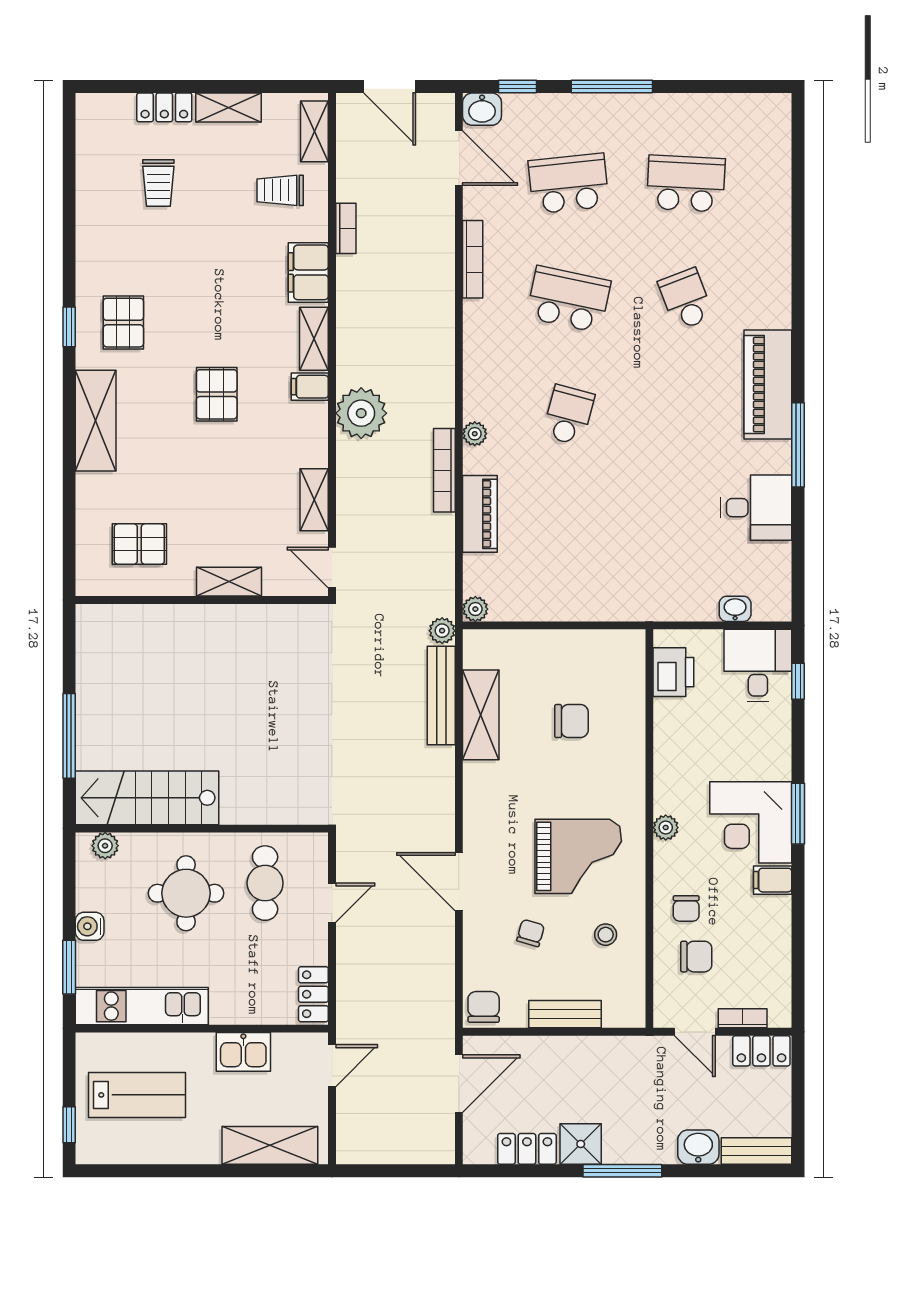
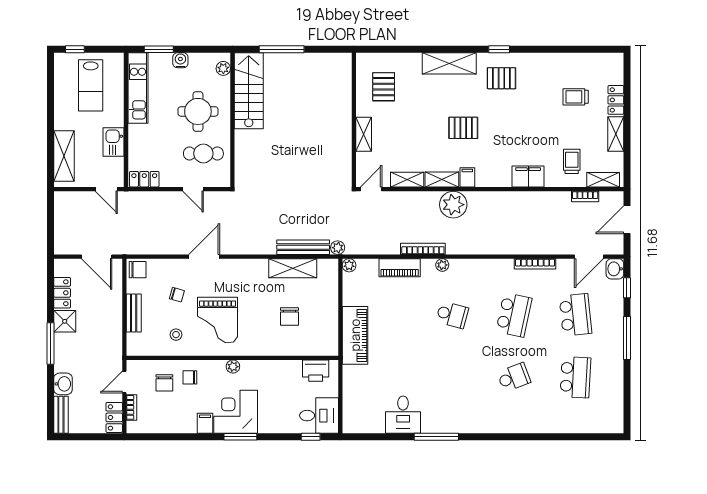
bookcase: (346, 228) -> (585, 196), moved
shelving: (314, 339) -> (442, 179), moved
piano: (768, 385) -> (355, 335), moved, turned 90
washbasin: (735, 609) -> (349, 403), removed

